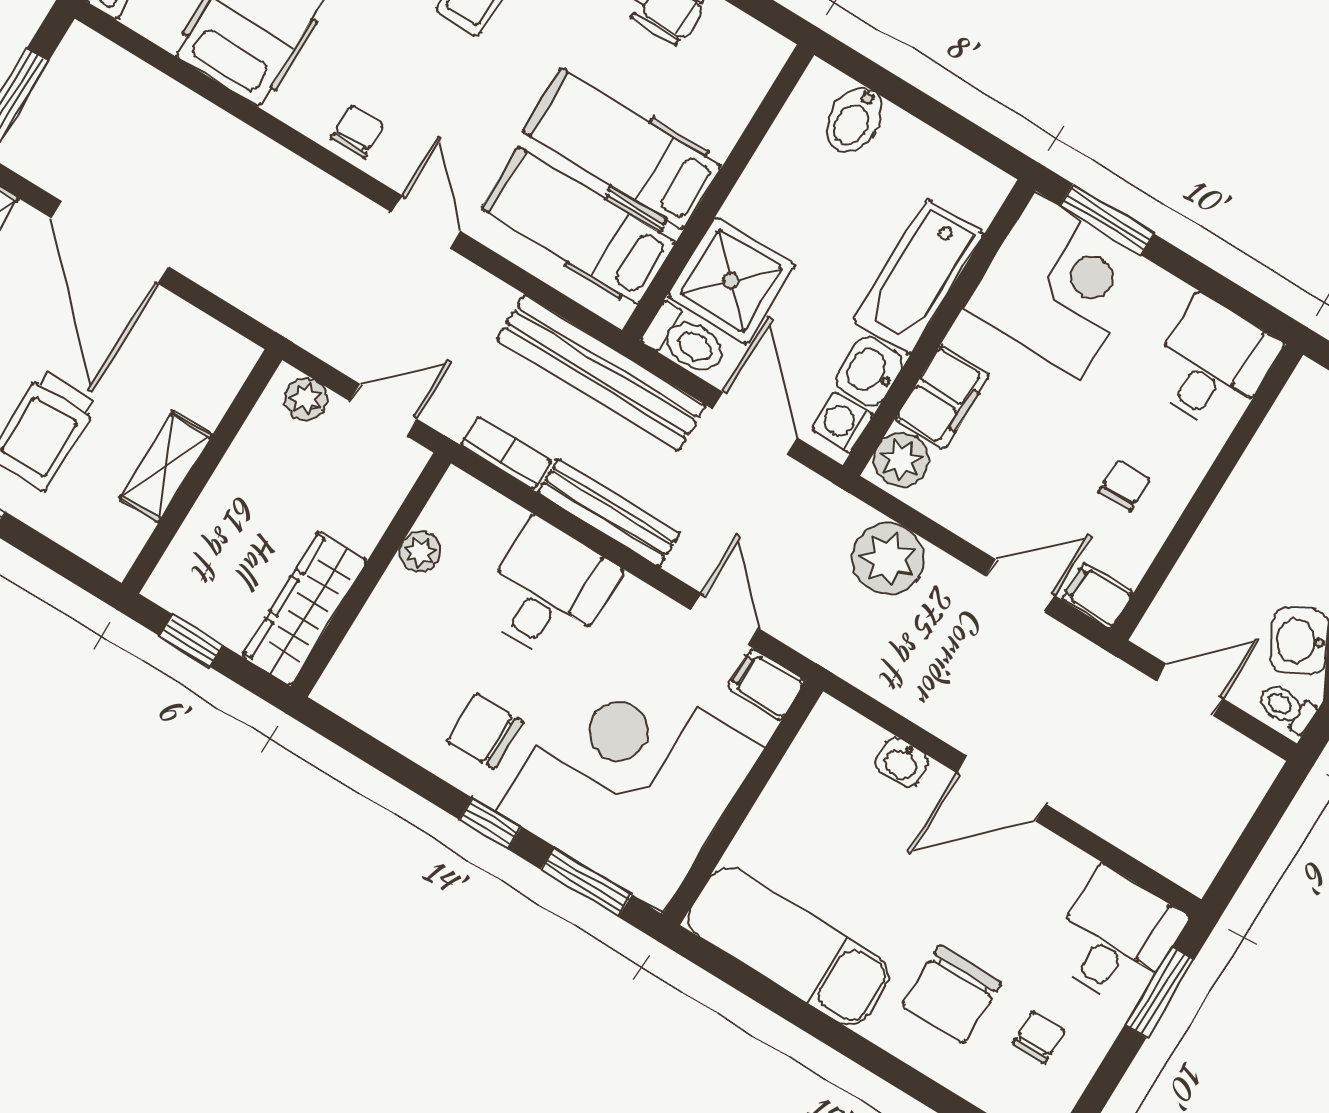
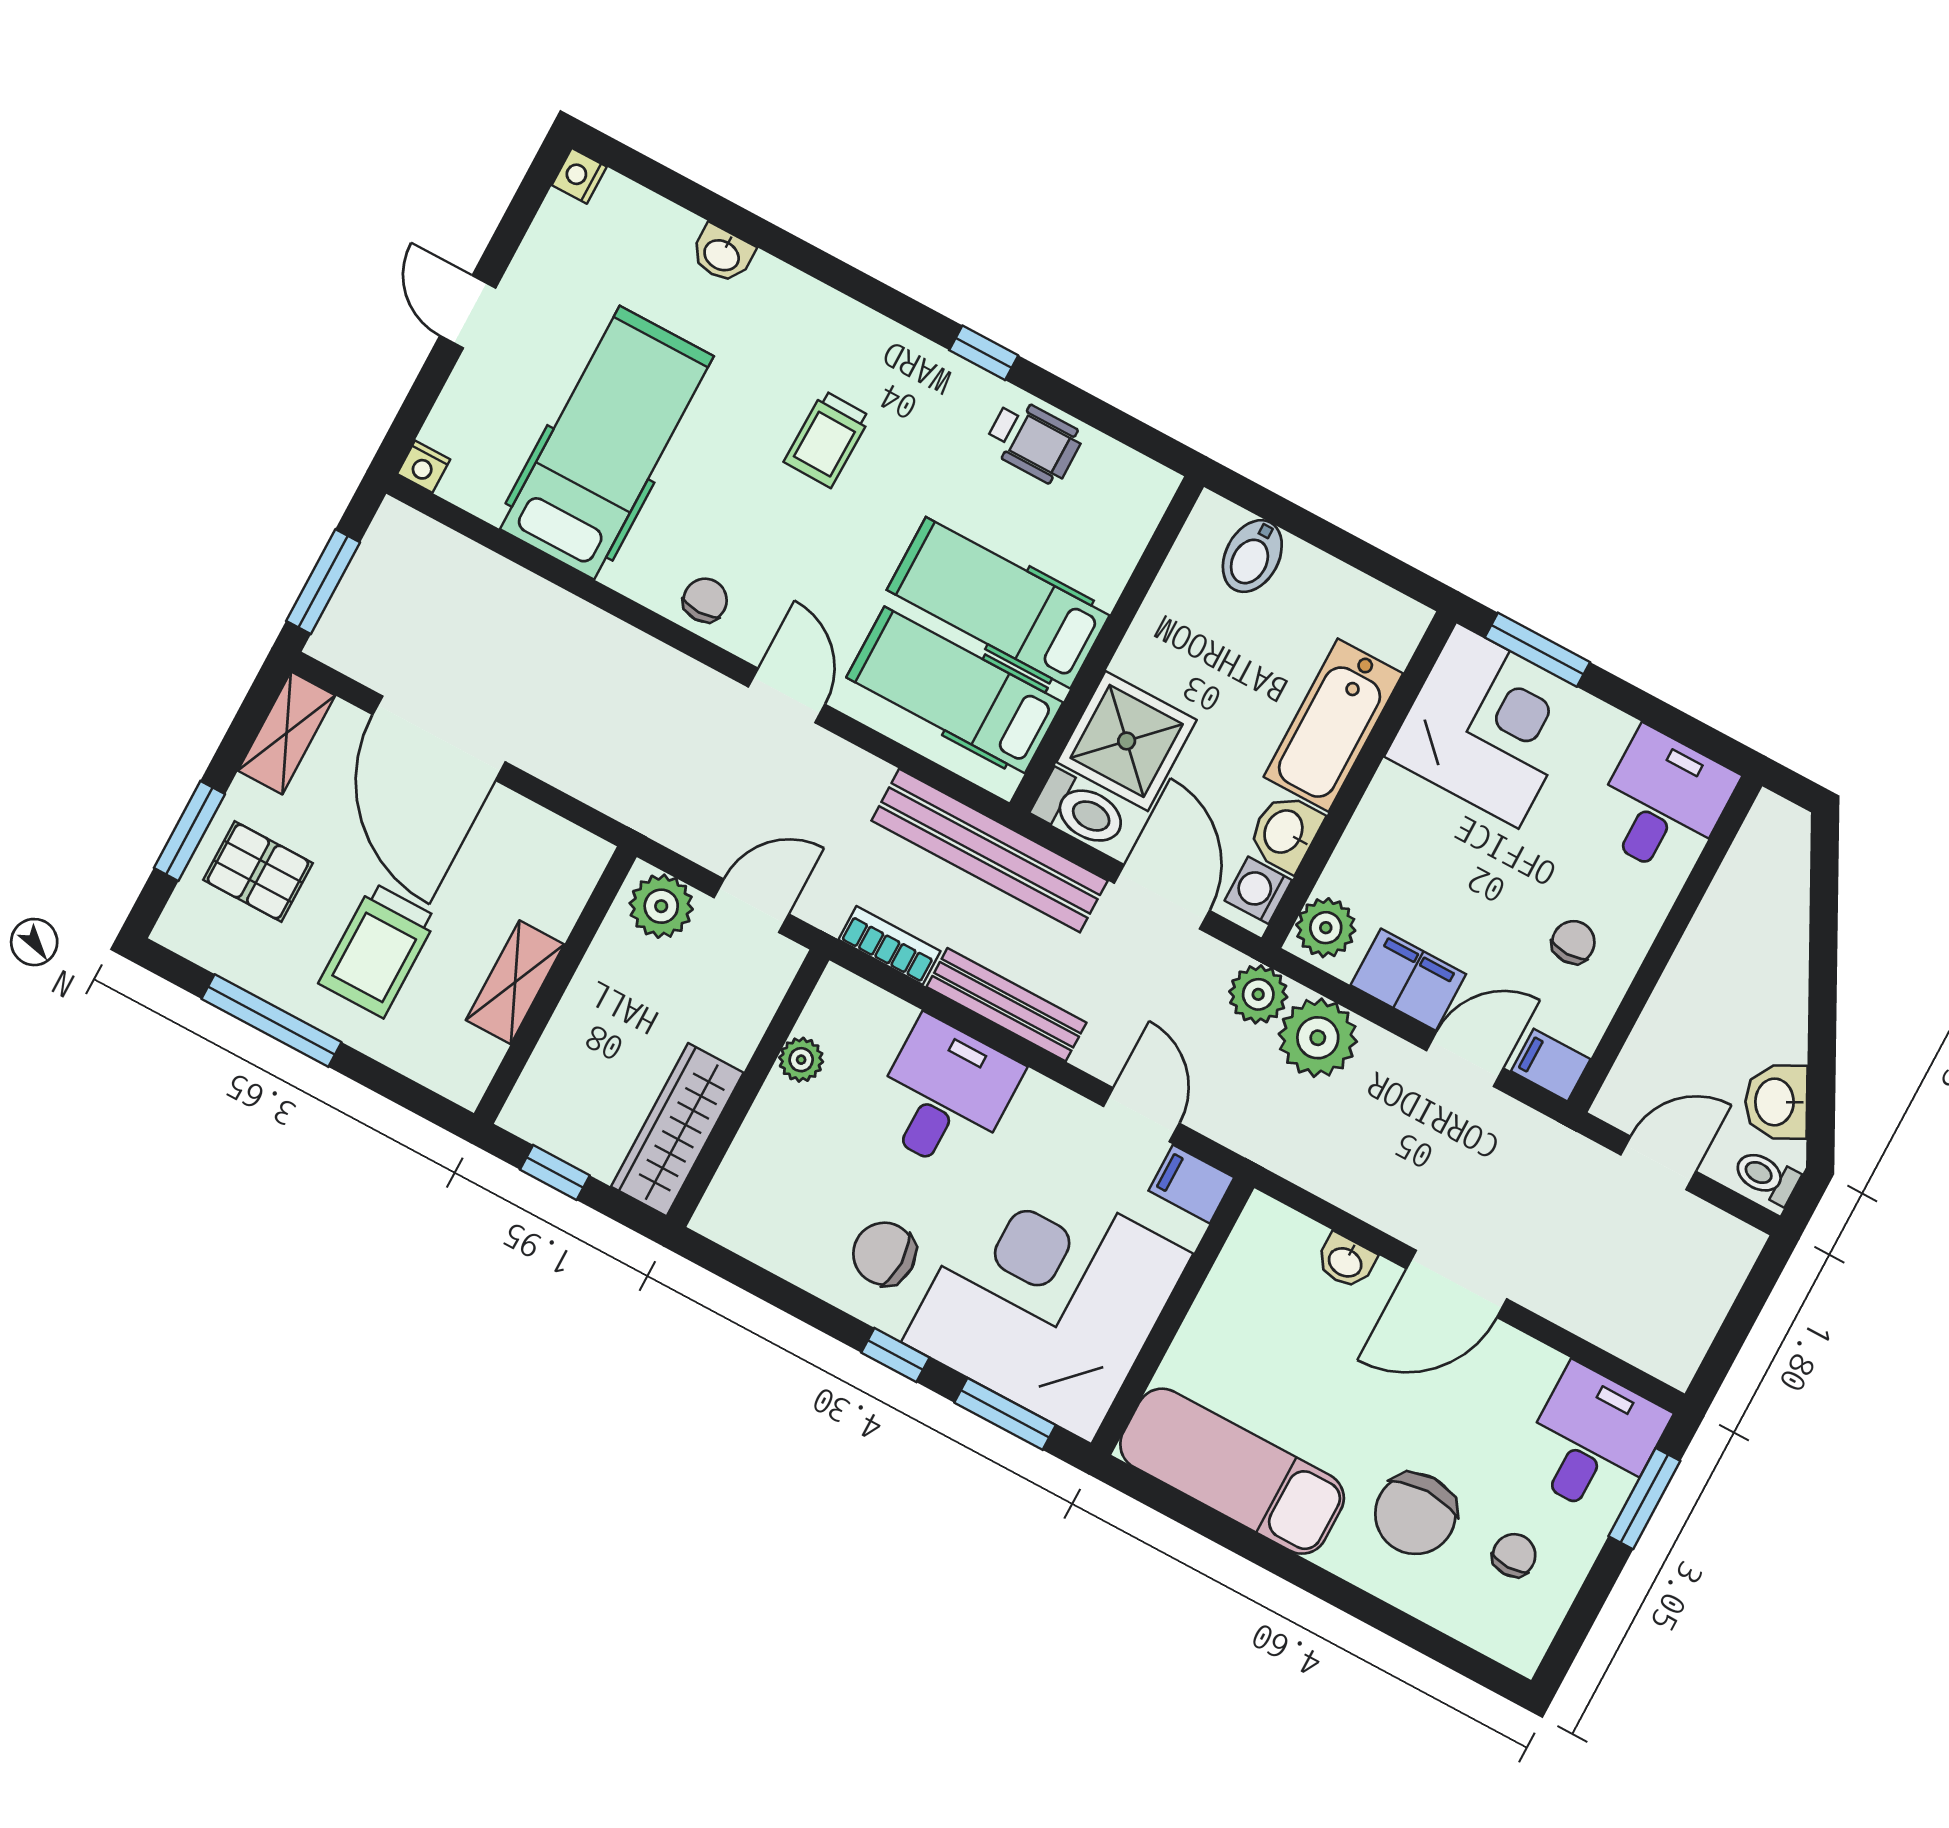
filing cabinet: (942, 397) -> (1408, 980), moved, turned -90
plant: (306, 399) -> (661, 906), width x1.38, depth x1.38
plant: (837, 516) -> (1258, 994), added

